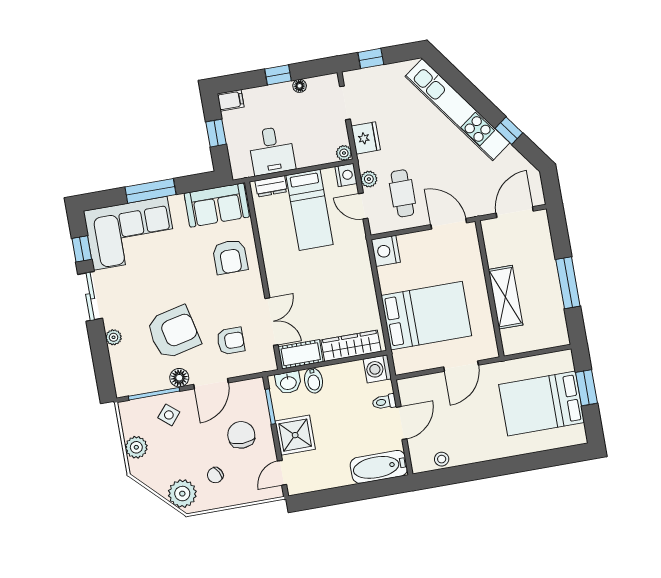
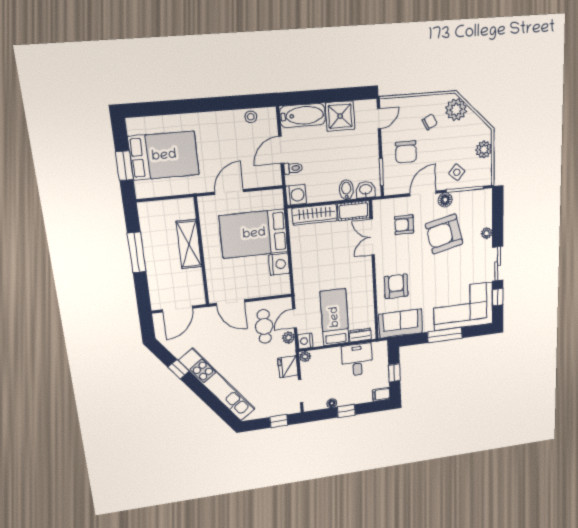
door: (363, 206) -> (295, 318), swing flipped
nightstand: (386, 251) -> (279, 264), moved
shower: (295, 435) -> (340, 116), moved

